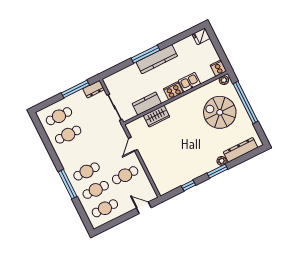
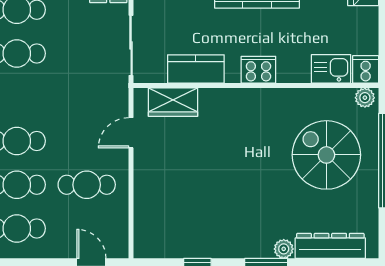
kitchen sink: (189, 82) -> (331, 69), moved
wardrobe: (156, 116) -> (173, 102), moved

